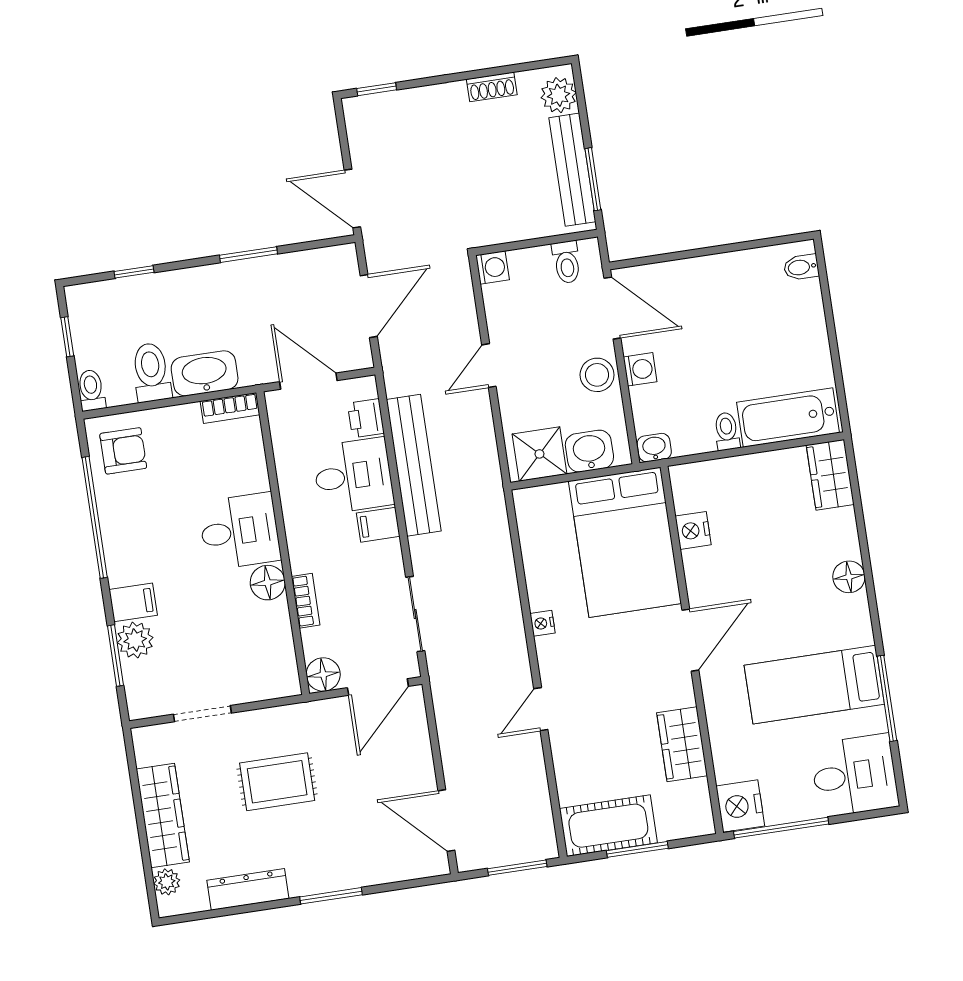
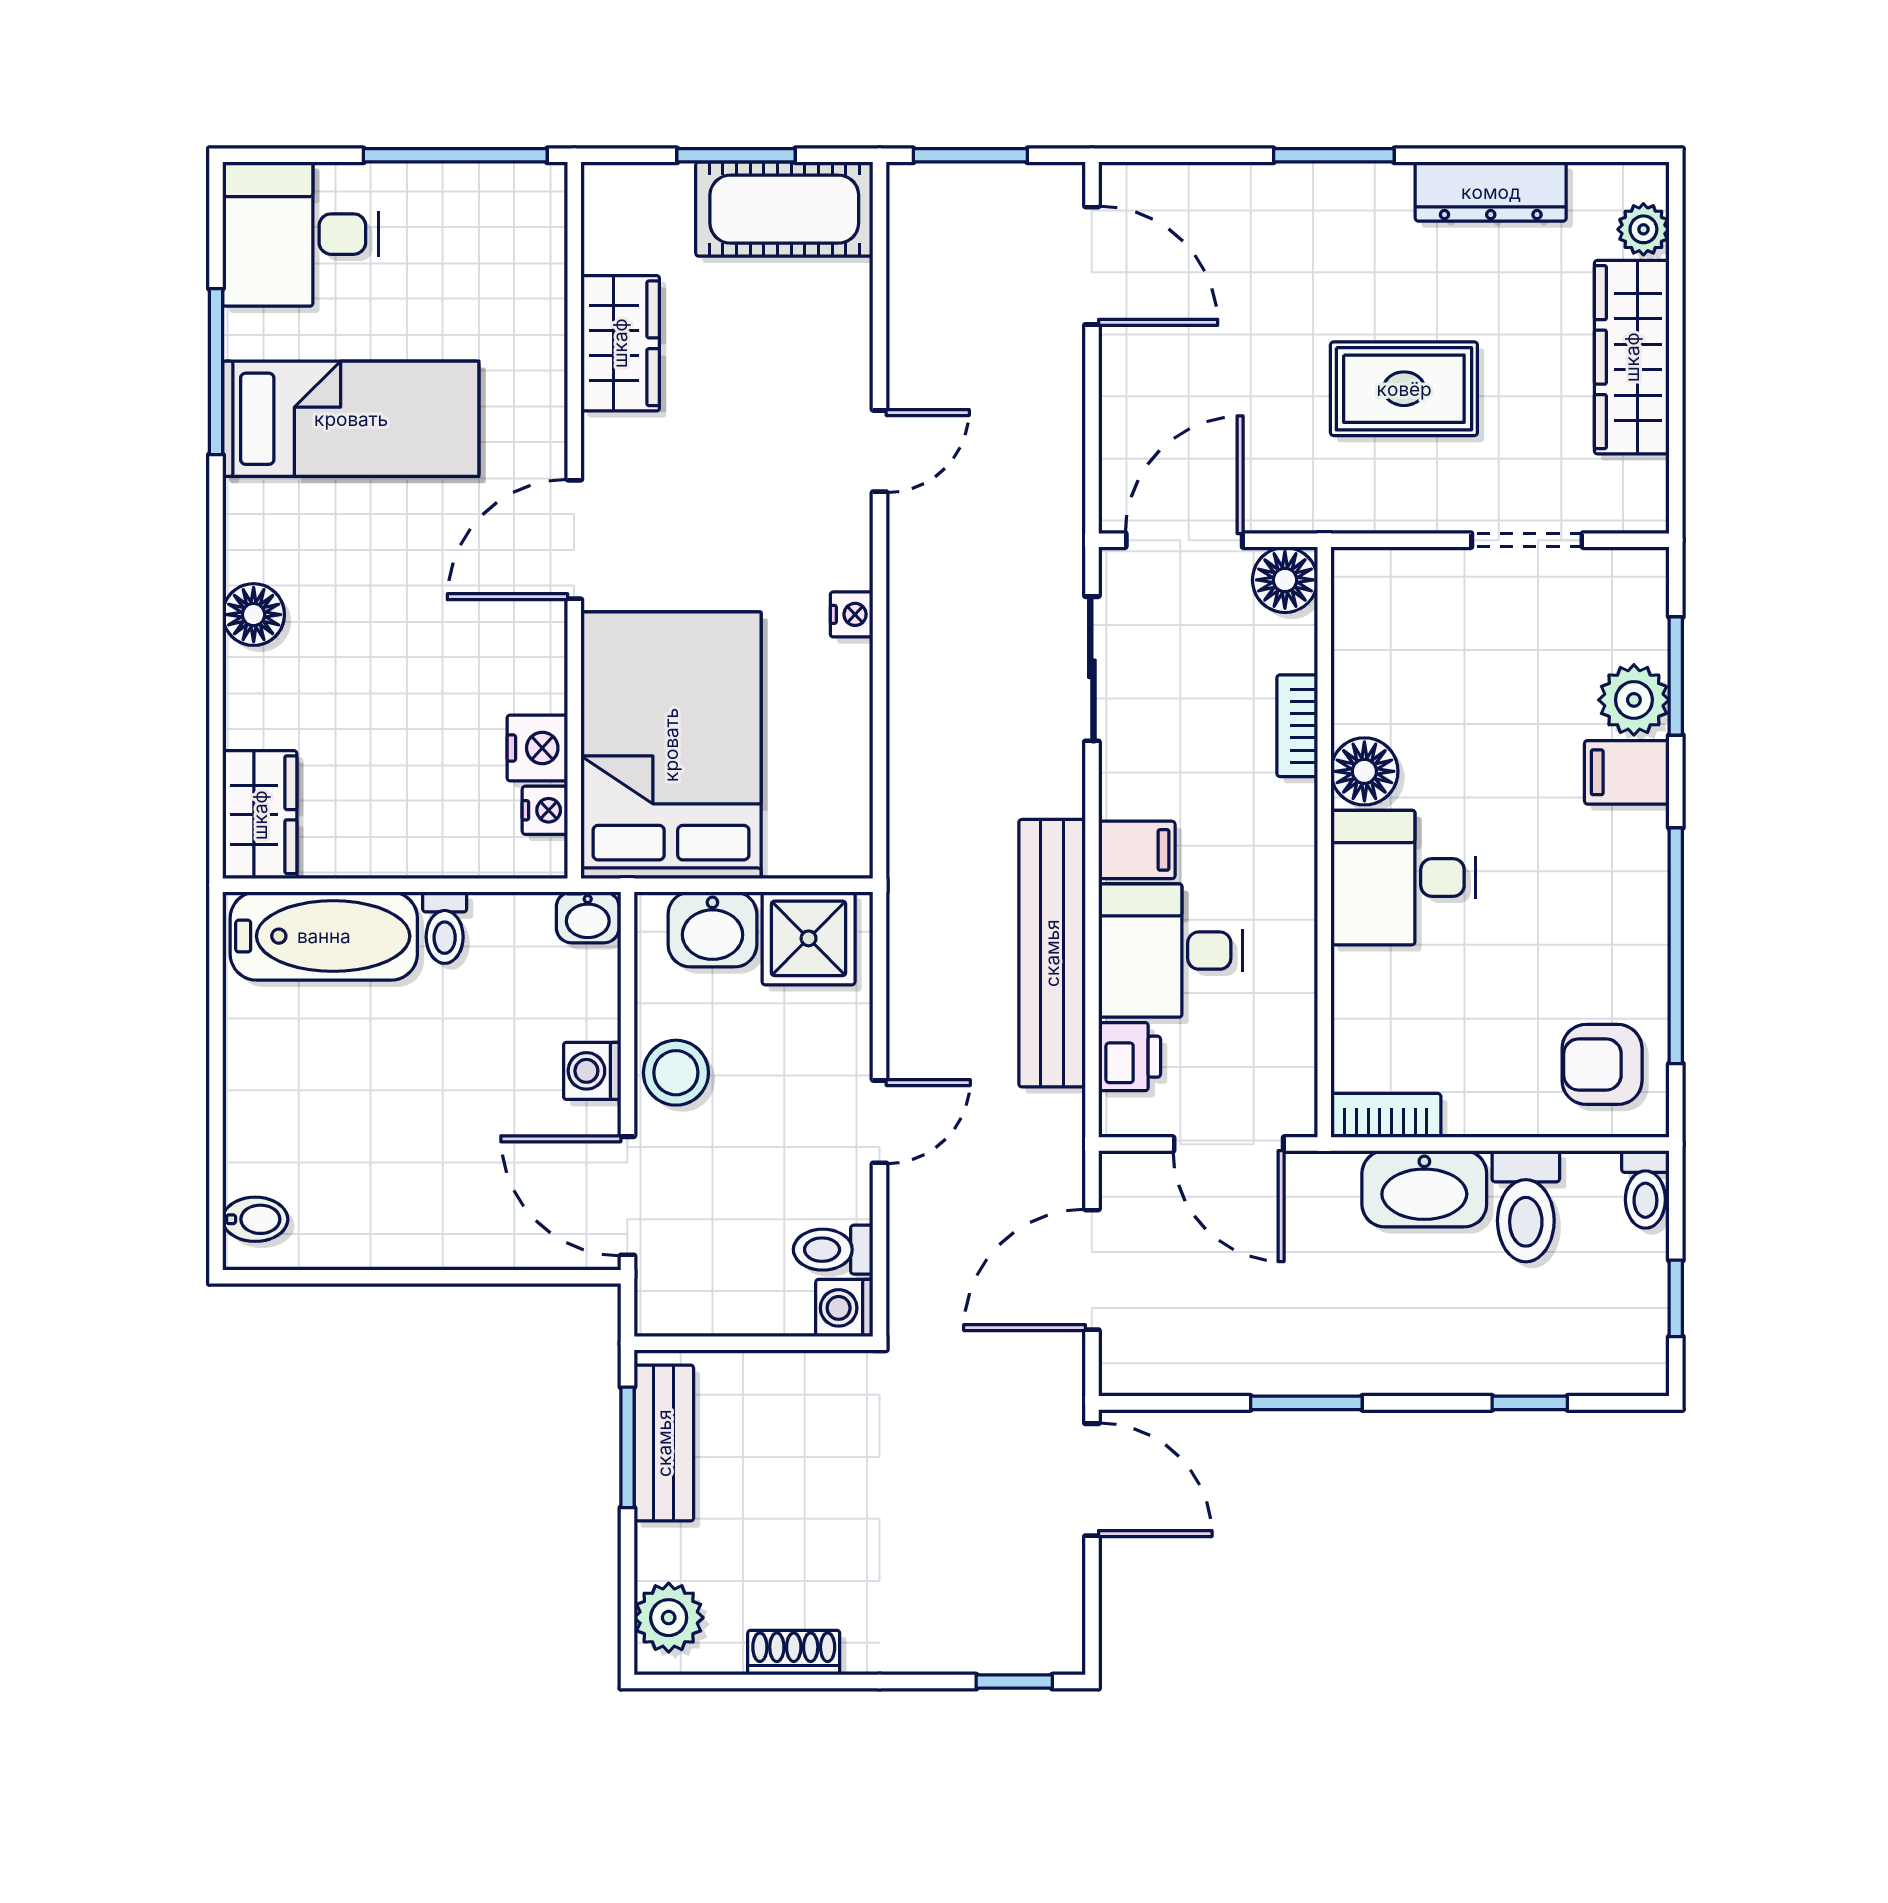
bench: (572, 170) -> (664, 1443), width x0.73
toilet: (567, 262) -> (833, 1250), moved, turned -90
nightstand: (740, 806) -> (545, 810), moved, width x0.53, depth x0.56

